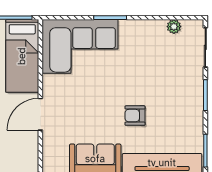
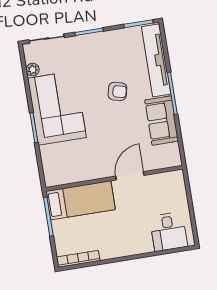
corner sofa: (80, 46) -> (57, 108), moved
door: (40, 114) -> (130, 176), swing flipped
armchair: (135, 116) -> (117, 91), turned -76

